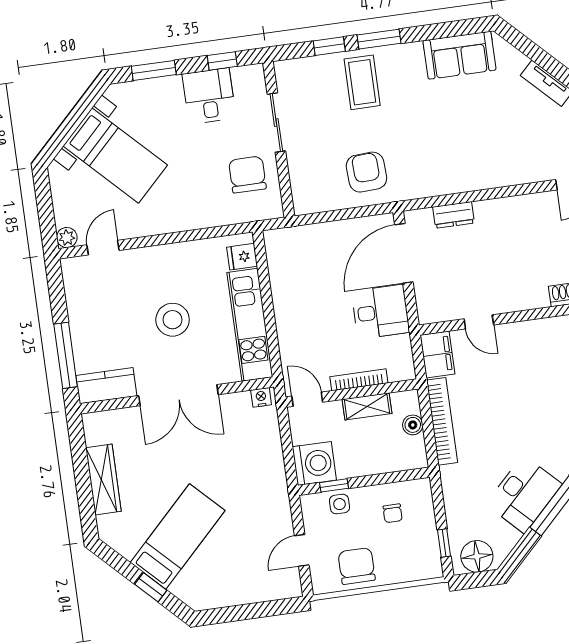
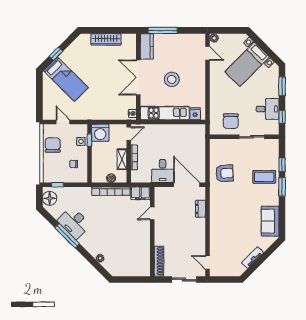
chair: (247, 175) -> (231, 121), turned 90
bed: (178, 537) -> (66, 79), moved
chair: (357, 566) -> (53, 145), turned -90

